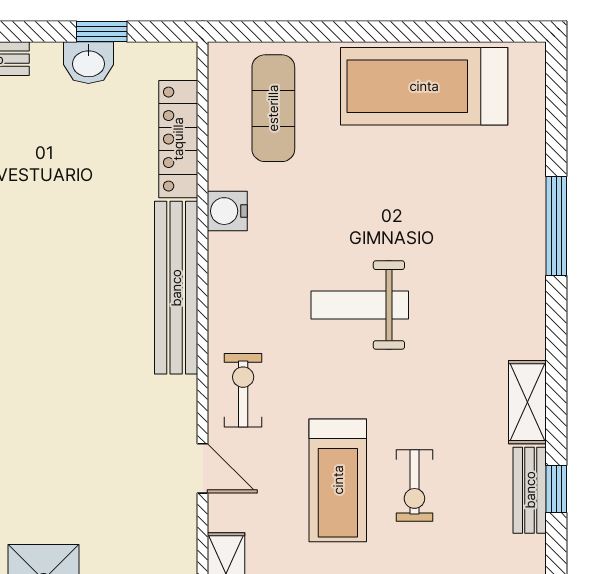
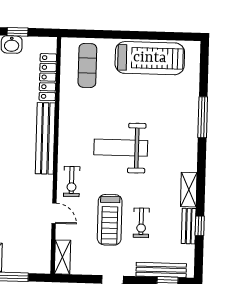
treadmill: (424, 86) -> (150, 58), turned 180
water cooler: (227, 211) -> (67, 107), removed
weight bench: (360, 305) -> (121, 148), width x1.36, depth x1.33
exercise bike: (243, 390) -> (72, 182), turned 180

